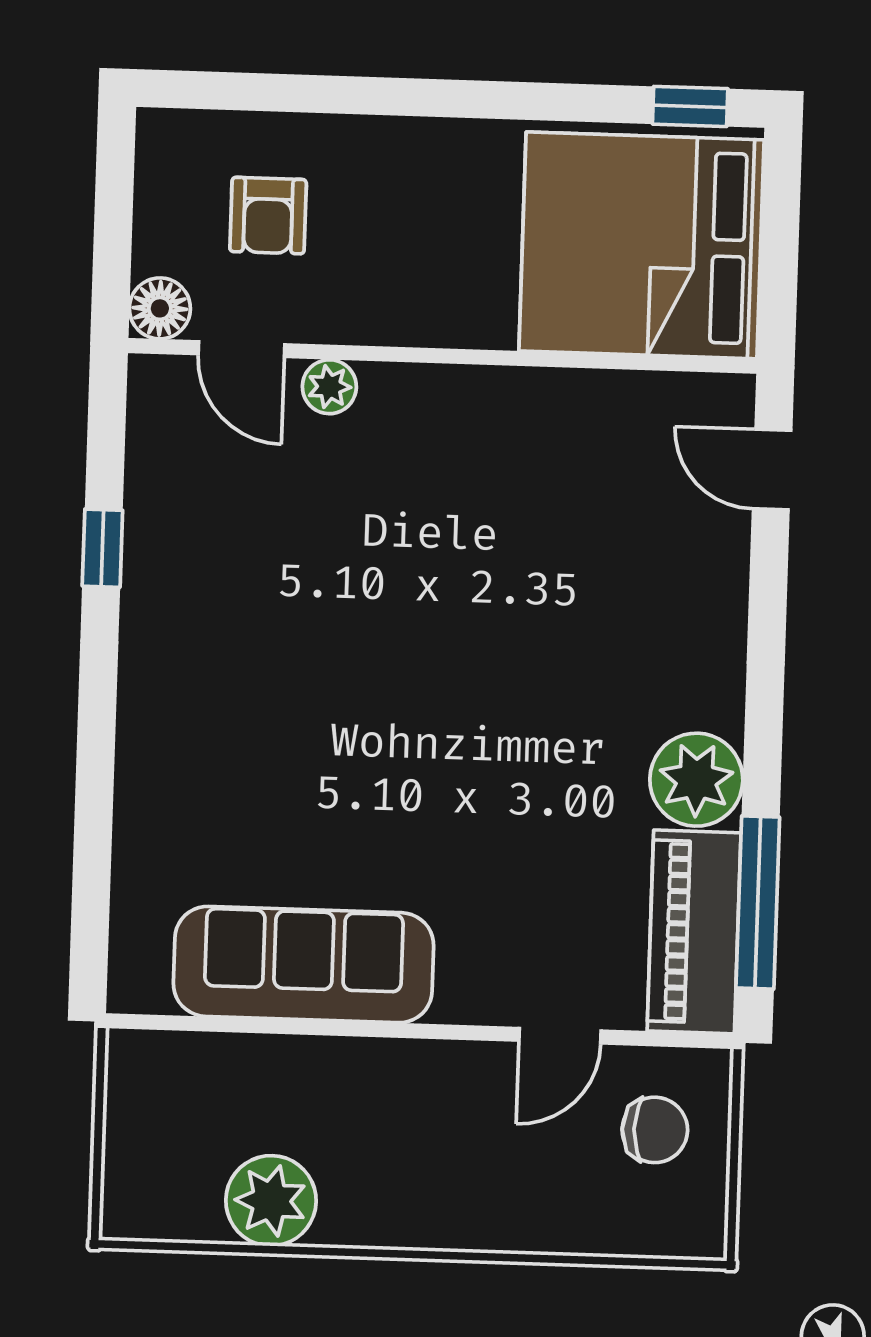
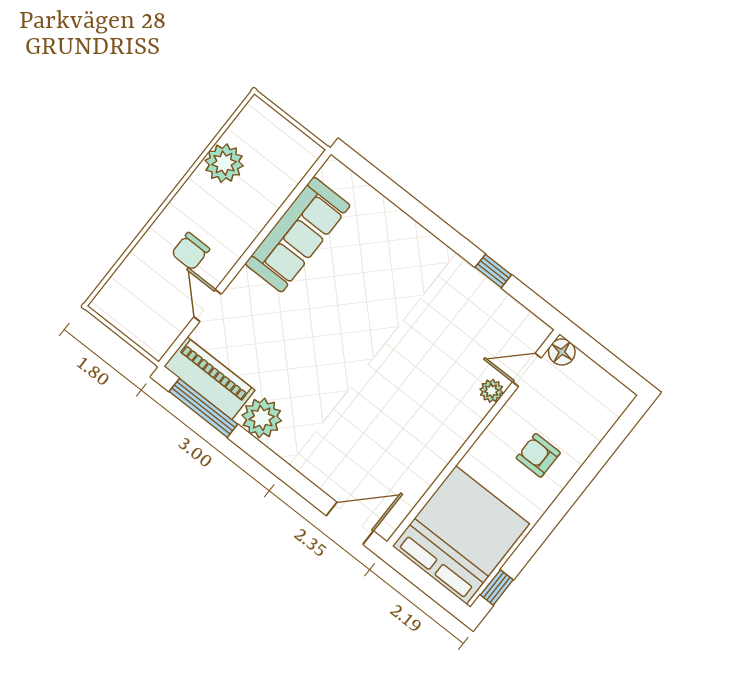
armchair: (268, 216) -> (538, 455), moved
door: (772, 470) -> (350, 523), width x1.38
chair: (655, 1130) -> (191, 251), moved

